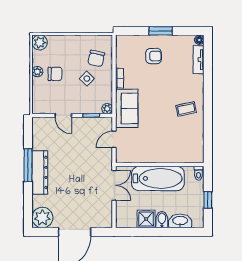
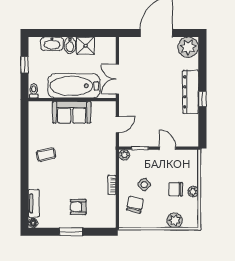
plant: (40, 42) -> (175, 220), moved
sofa: (127, 108) -> (72, 112), moved, turned -90
window: (28, 165) -> (202, 99), width x0.46

